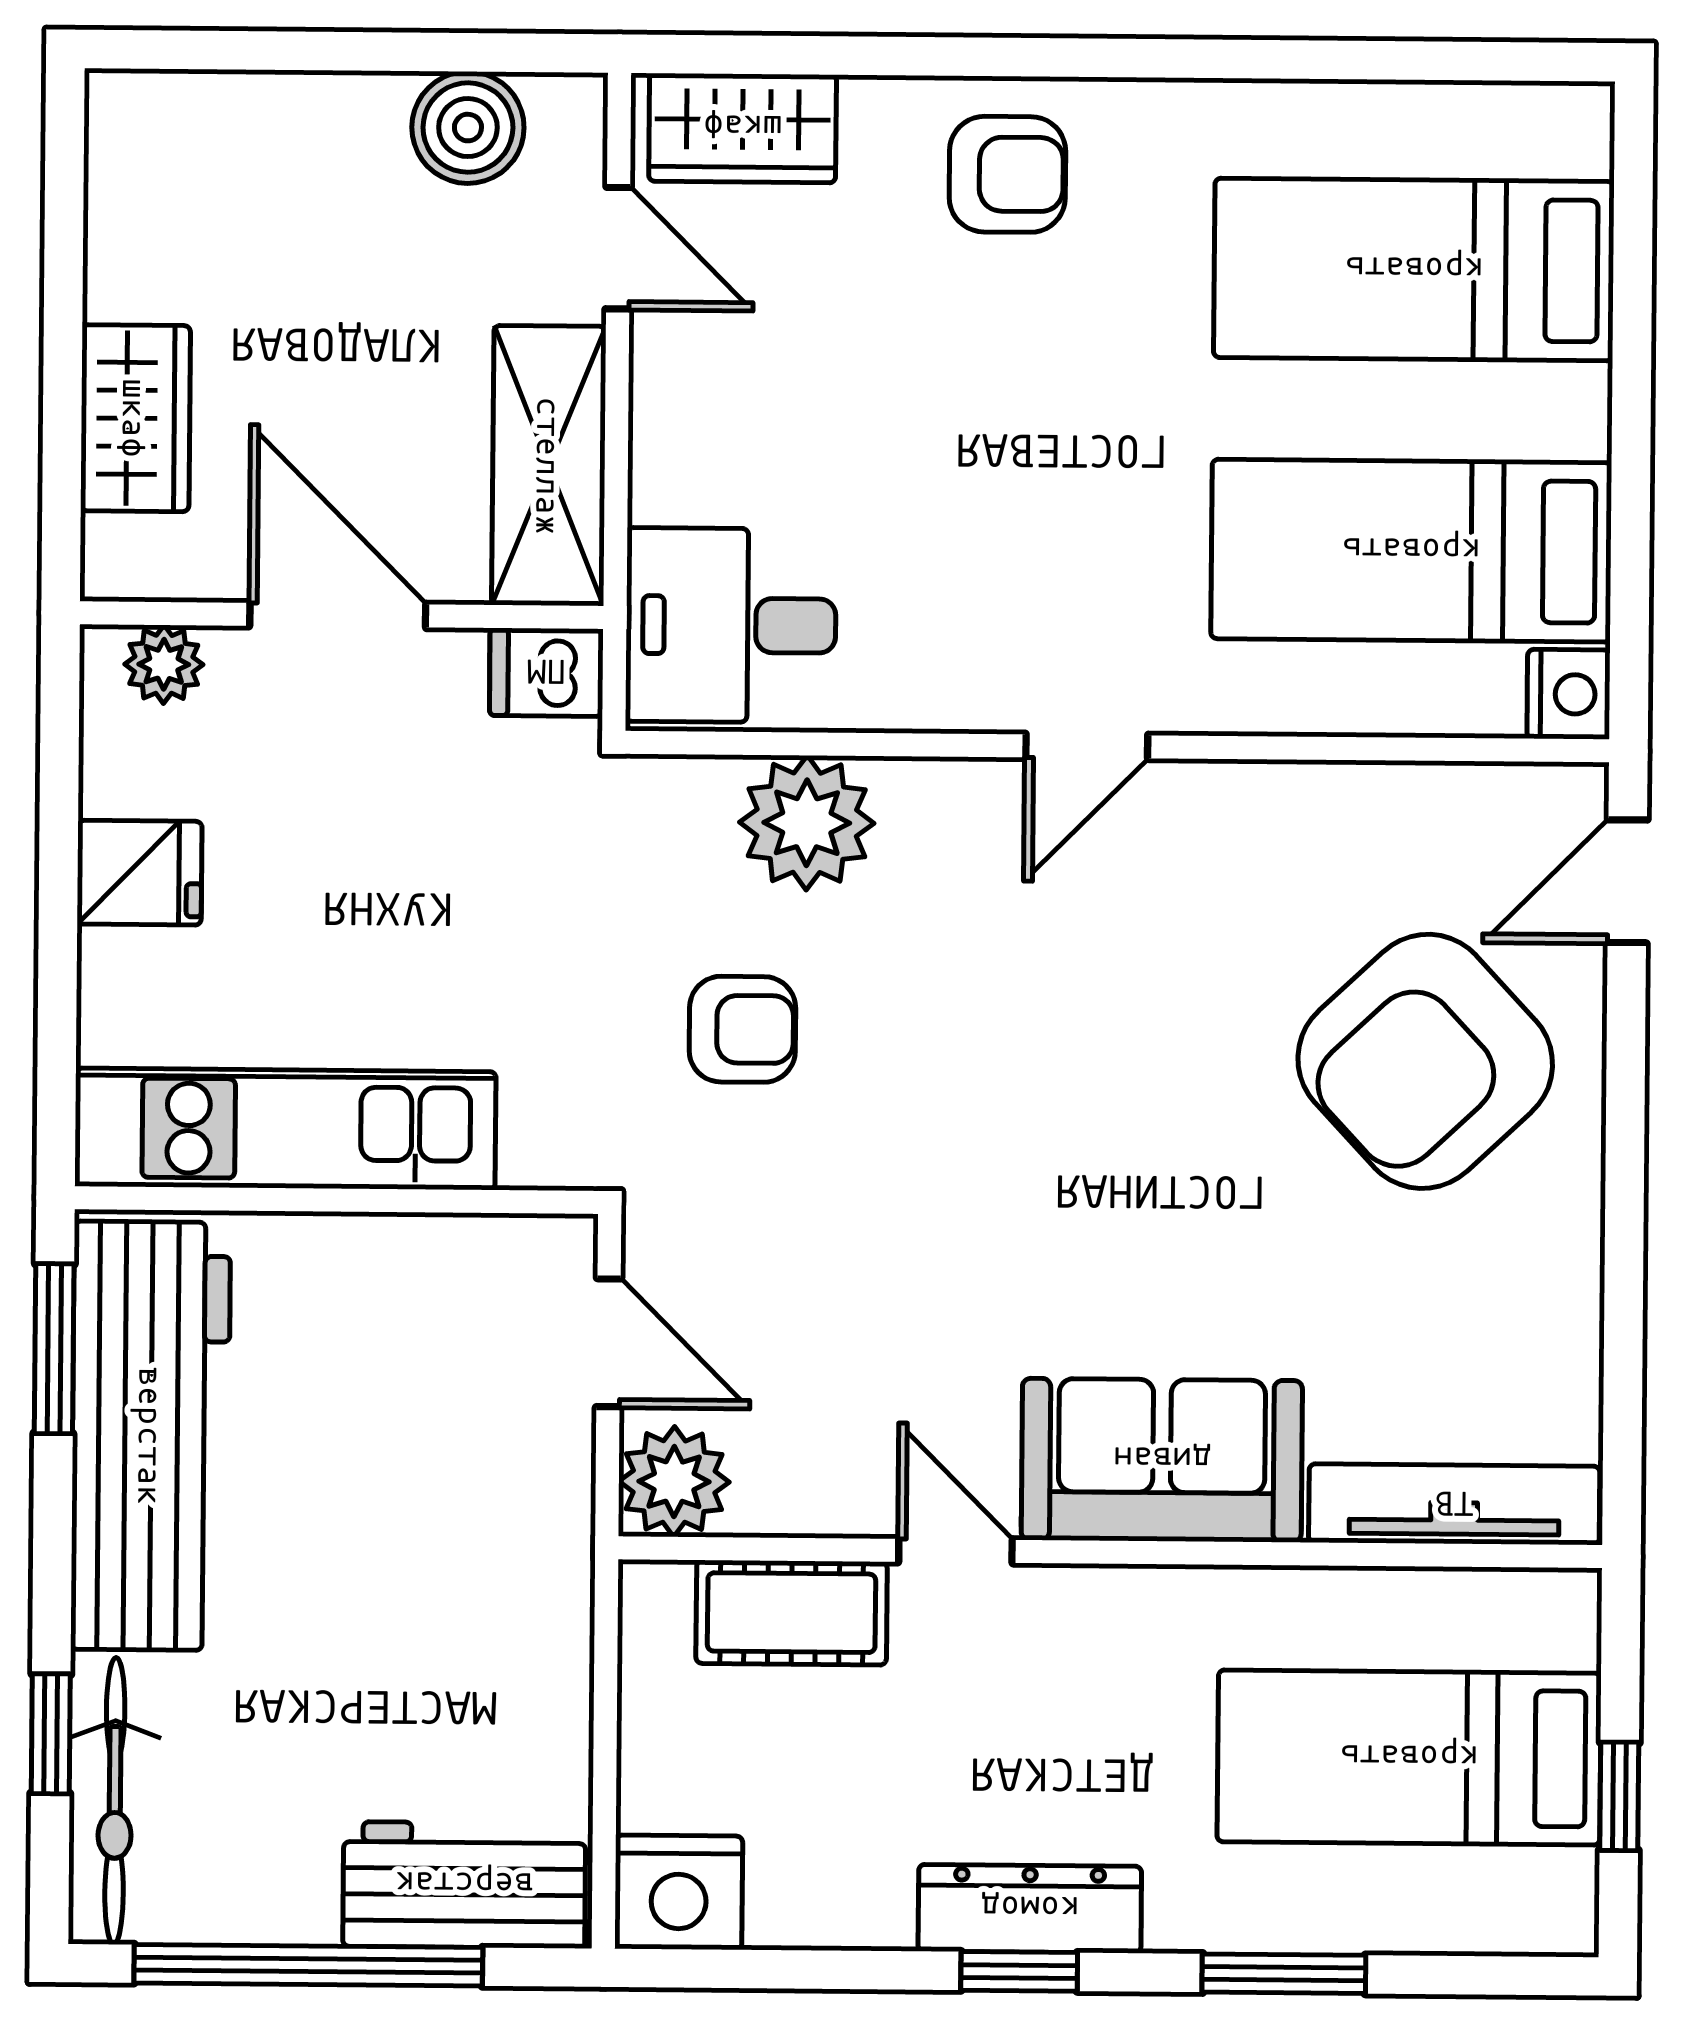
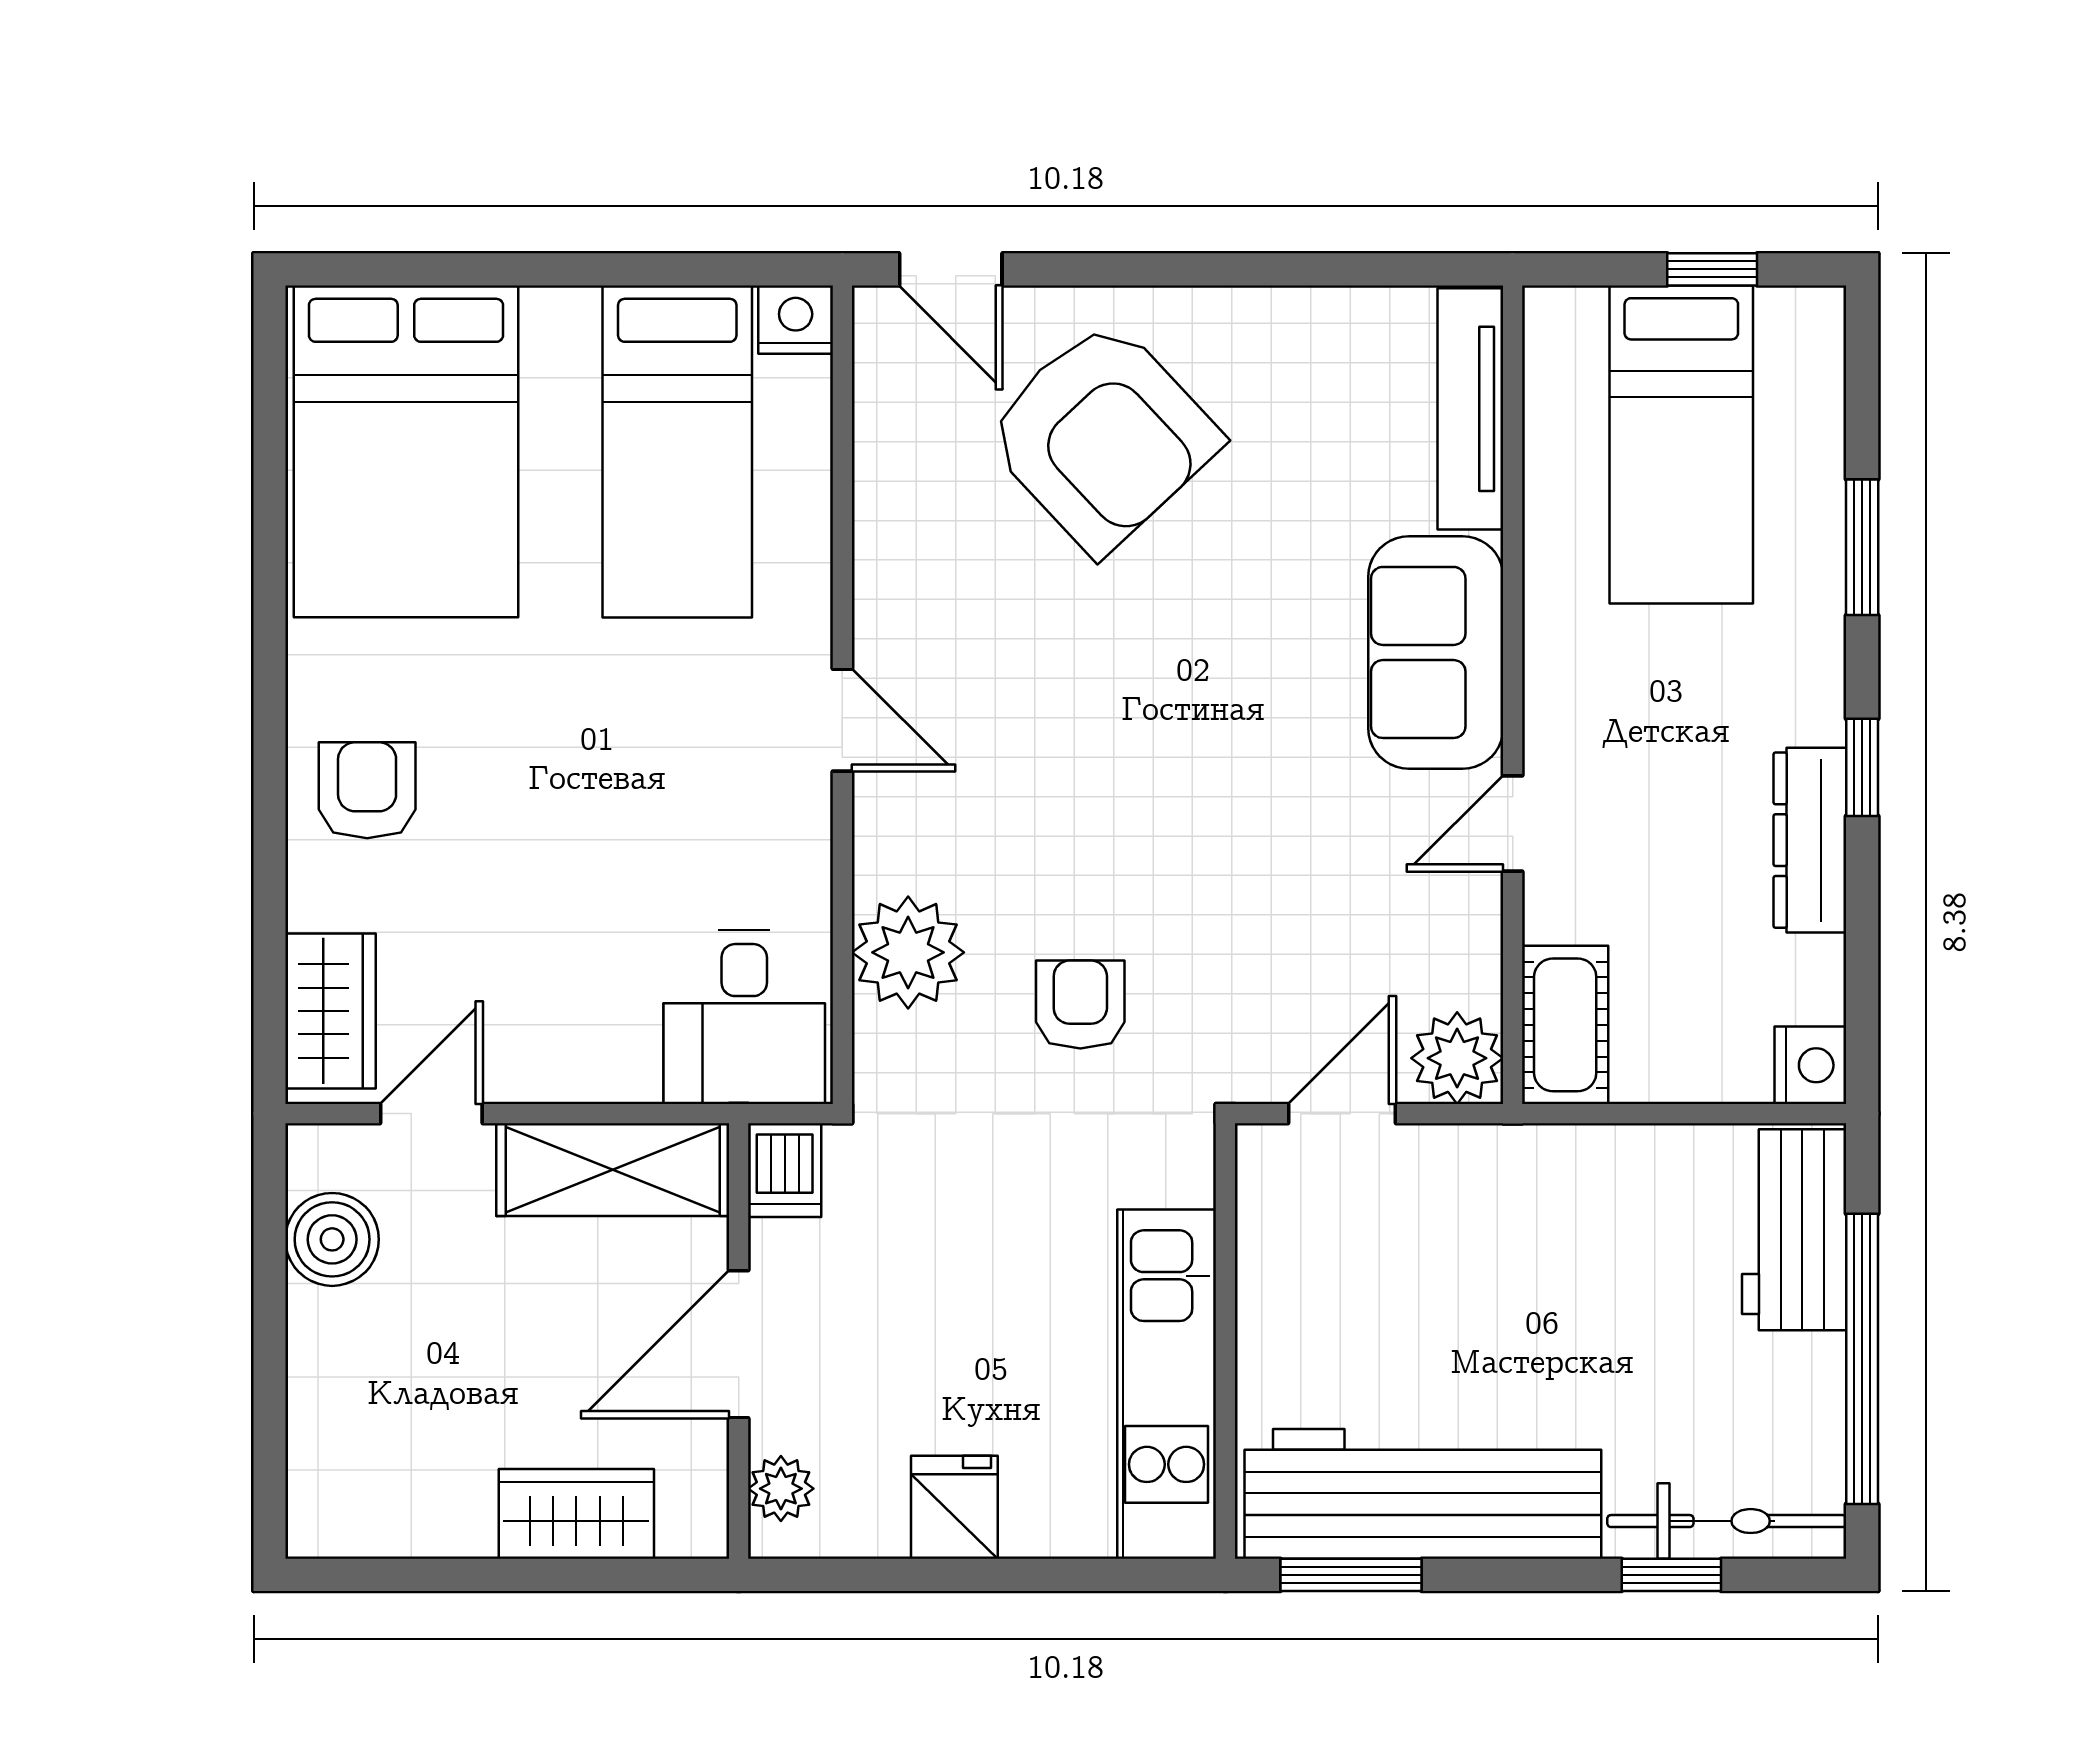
bed: (1414, 270) -> (406, 451), width x1.50
cot: (792, 1613) -> (1565, 1025), moved
nightstand: (679, 1892) -> (1810, 1065), width x0.74, depth x0.75
dresser: (1030, 1909) -> (1810, 840), moved

